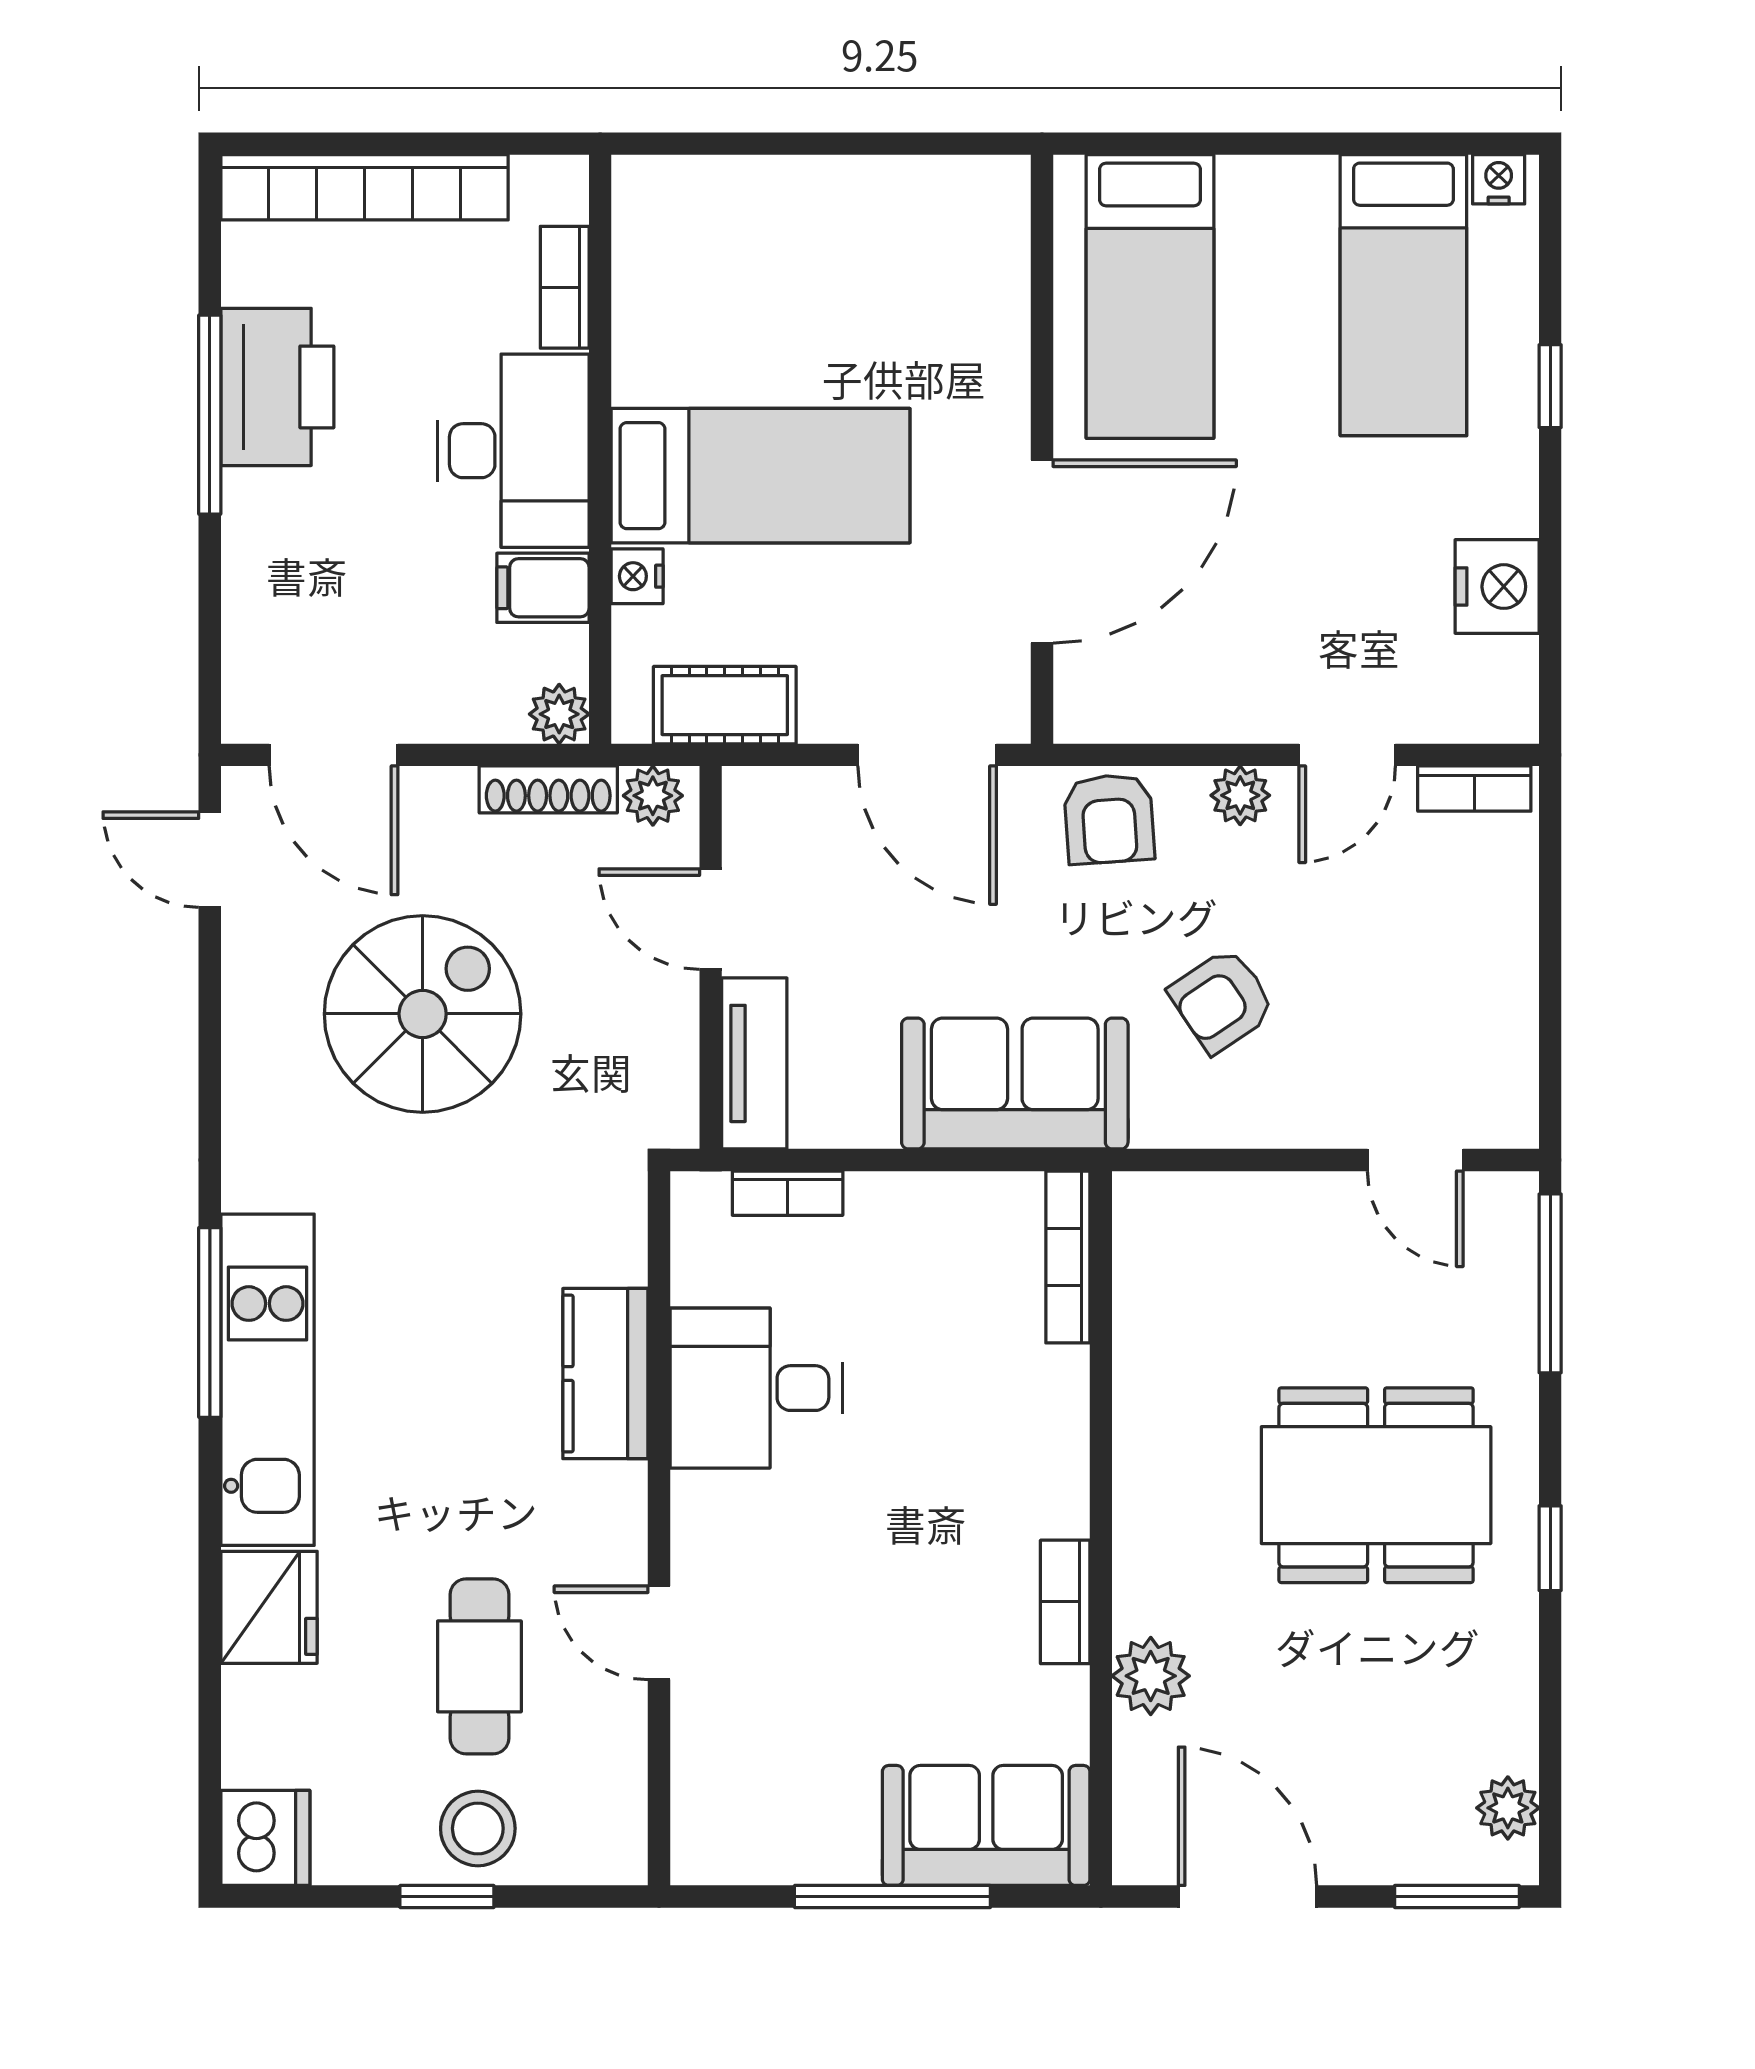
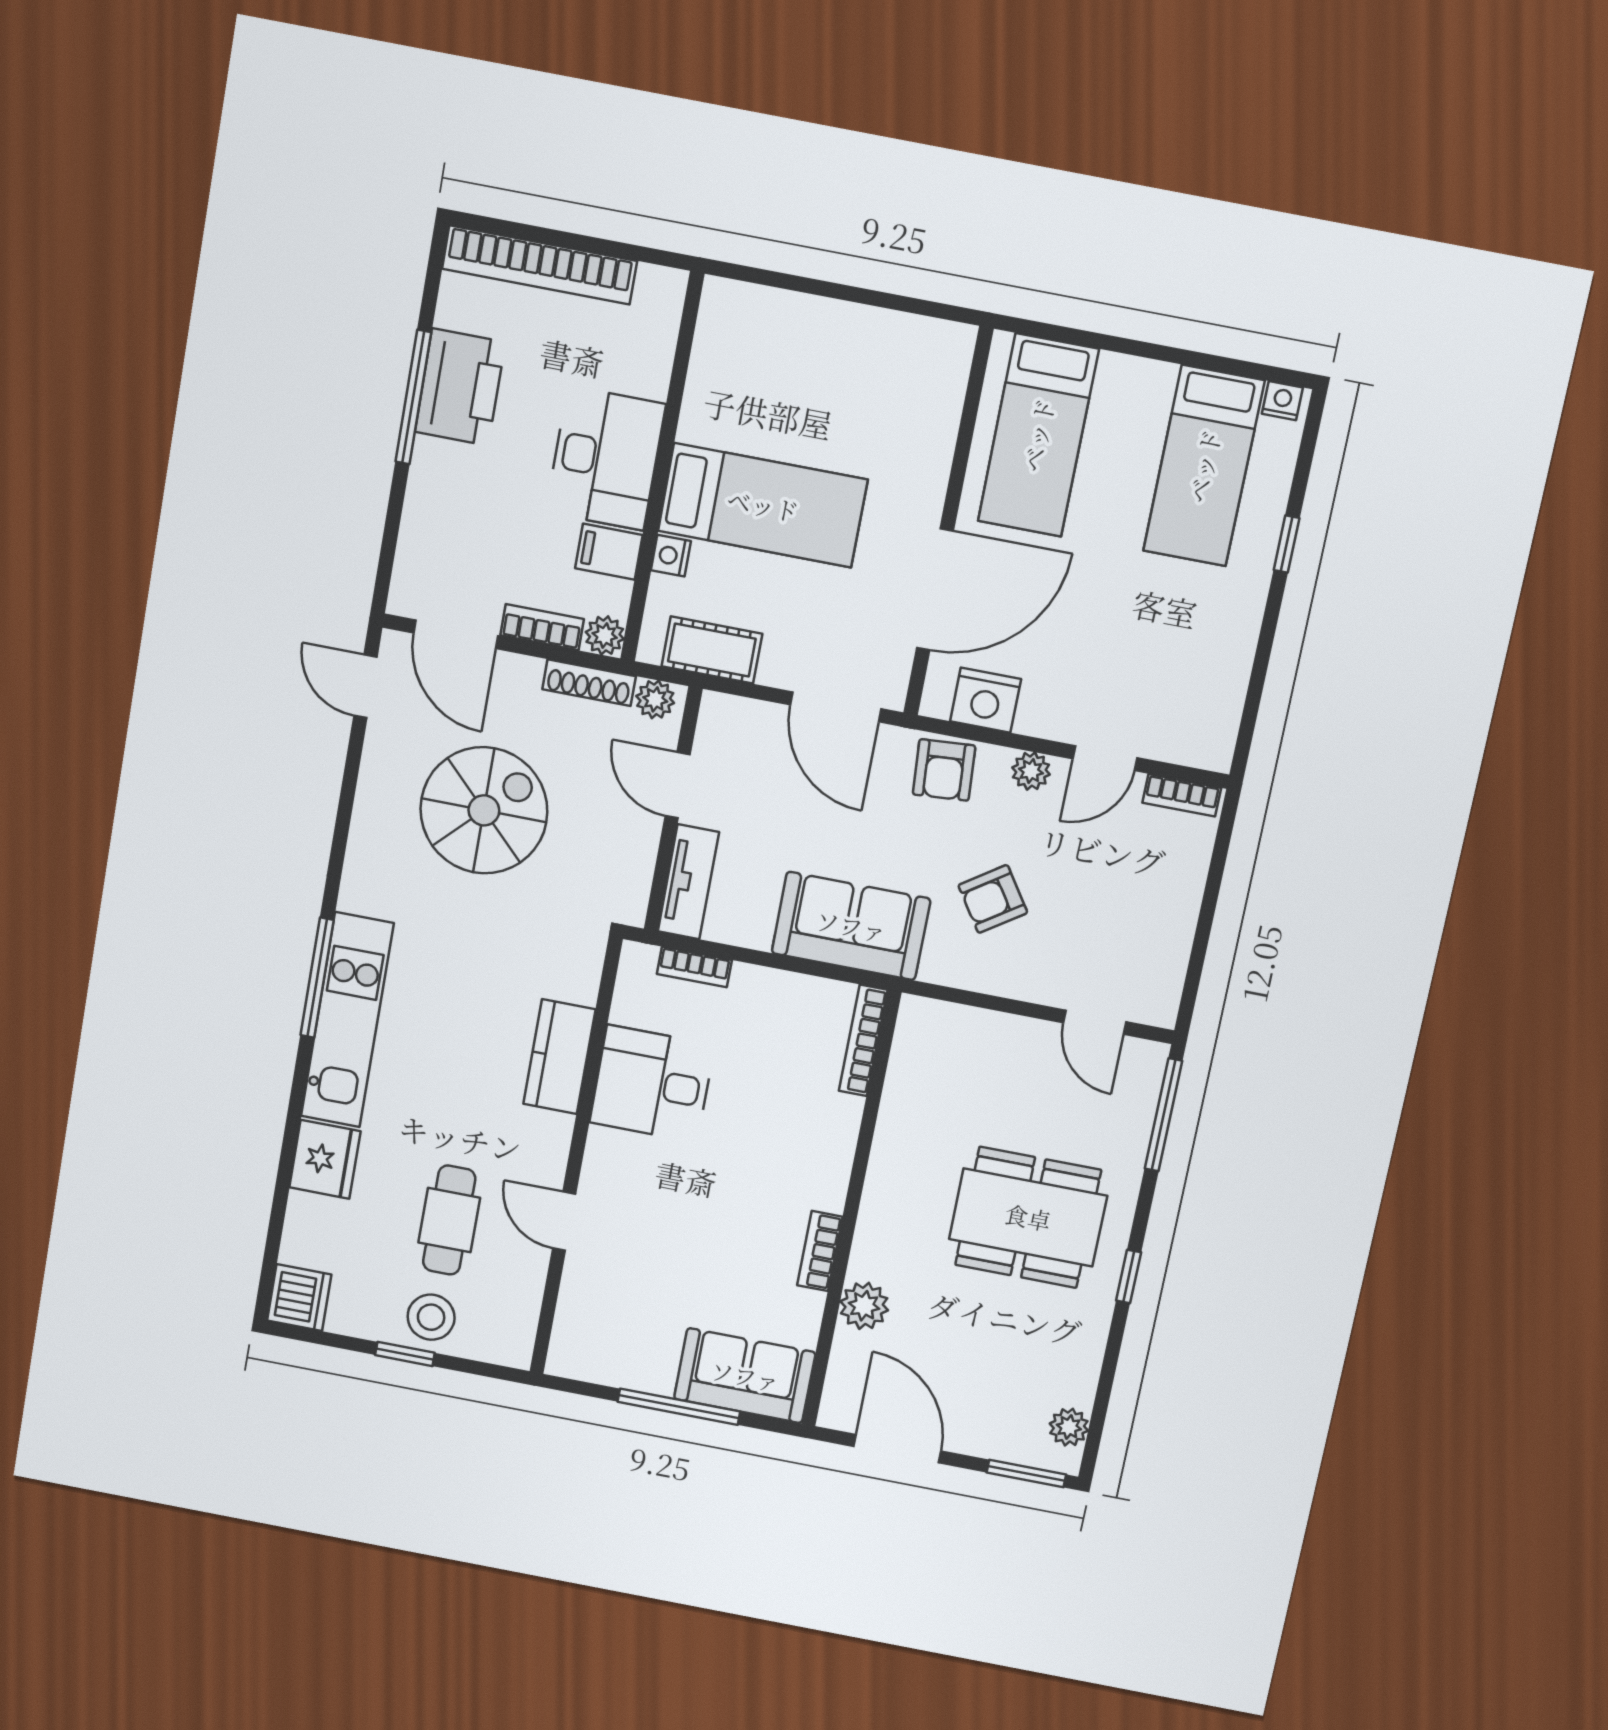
bookcase: (565, 287) -> (542, 627), moved, turned 90
nightstand: (1497, 587) -> (986, 700), moved, turned 90

